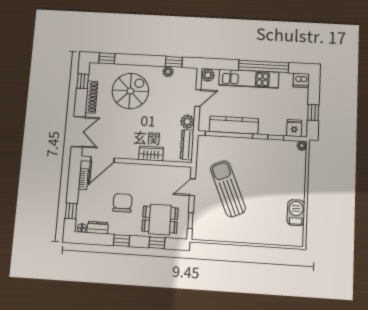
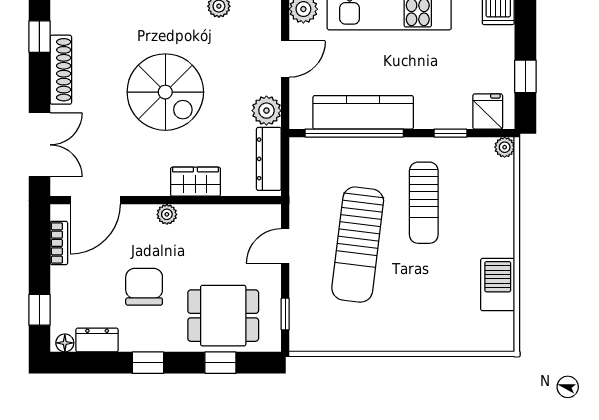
spiral stairs: (130, 91) -> (165, 92), moved, turned 90
plant: (136, 168) -> (167, 214), added
sun lounger: (261, 170) -> (424, 203), added
sun lounger: (228, 189) -> (358, 245), turned -150

